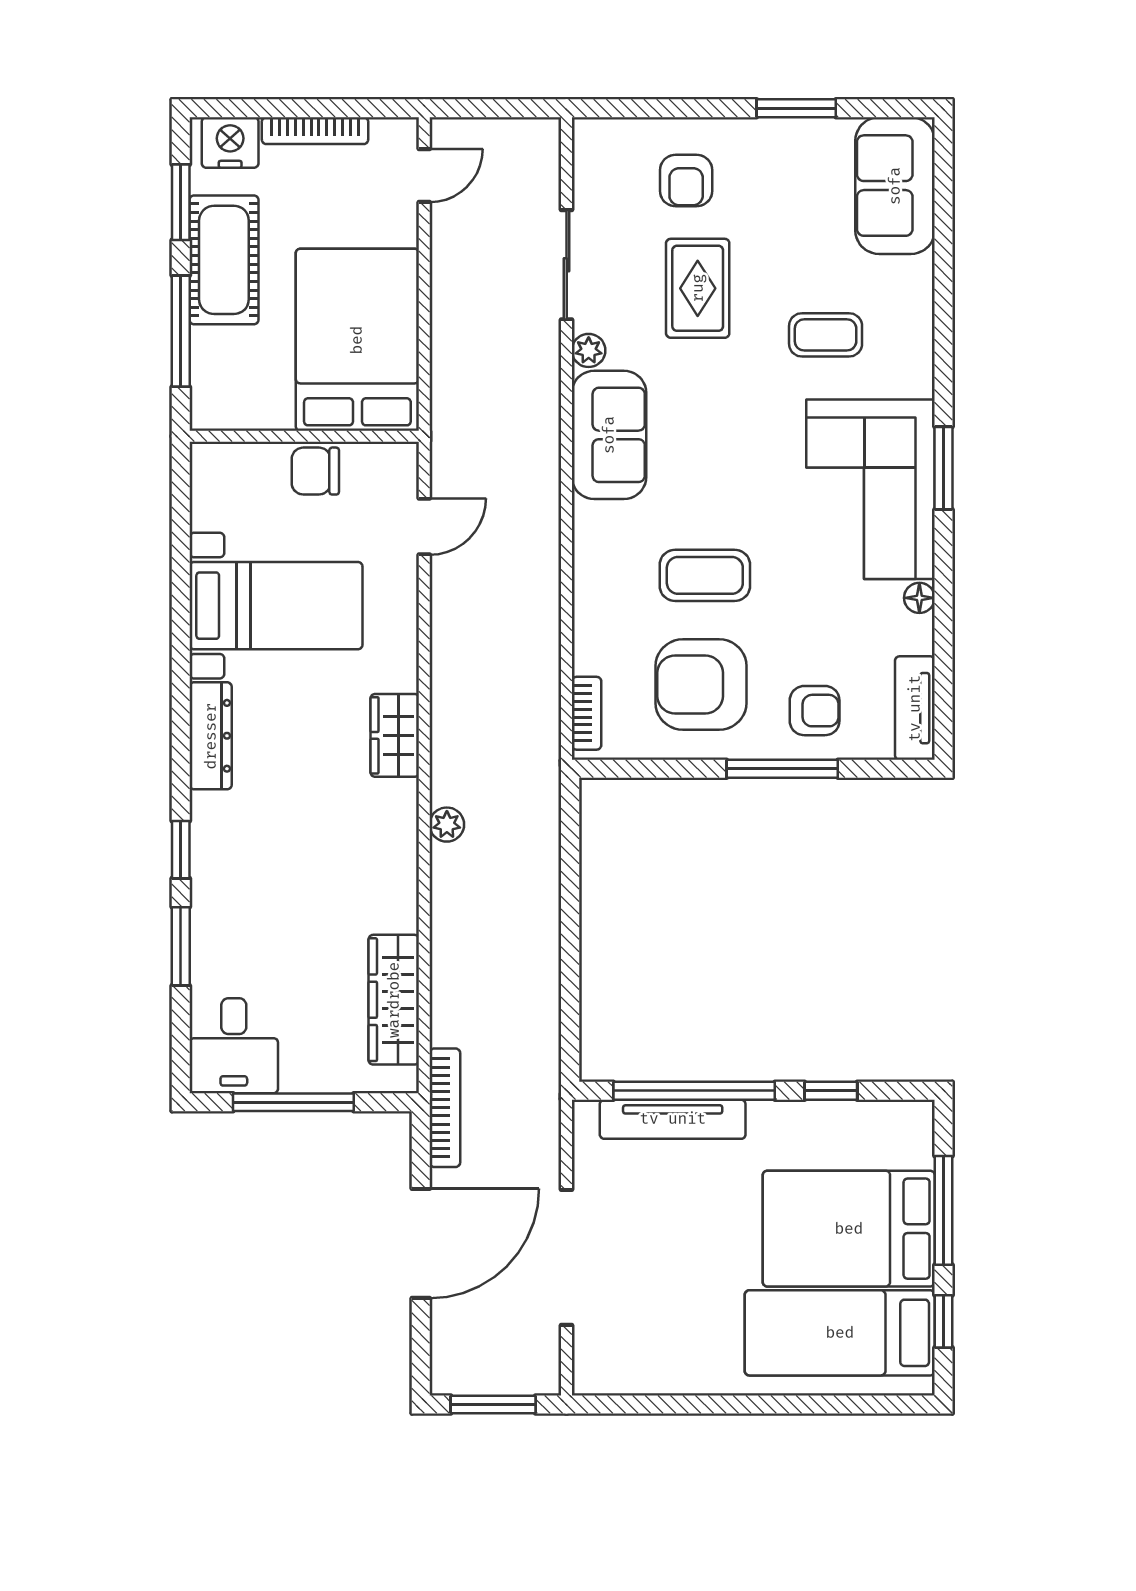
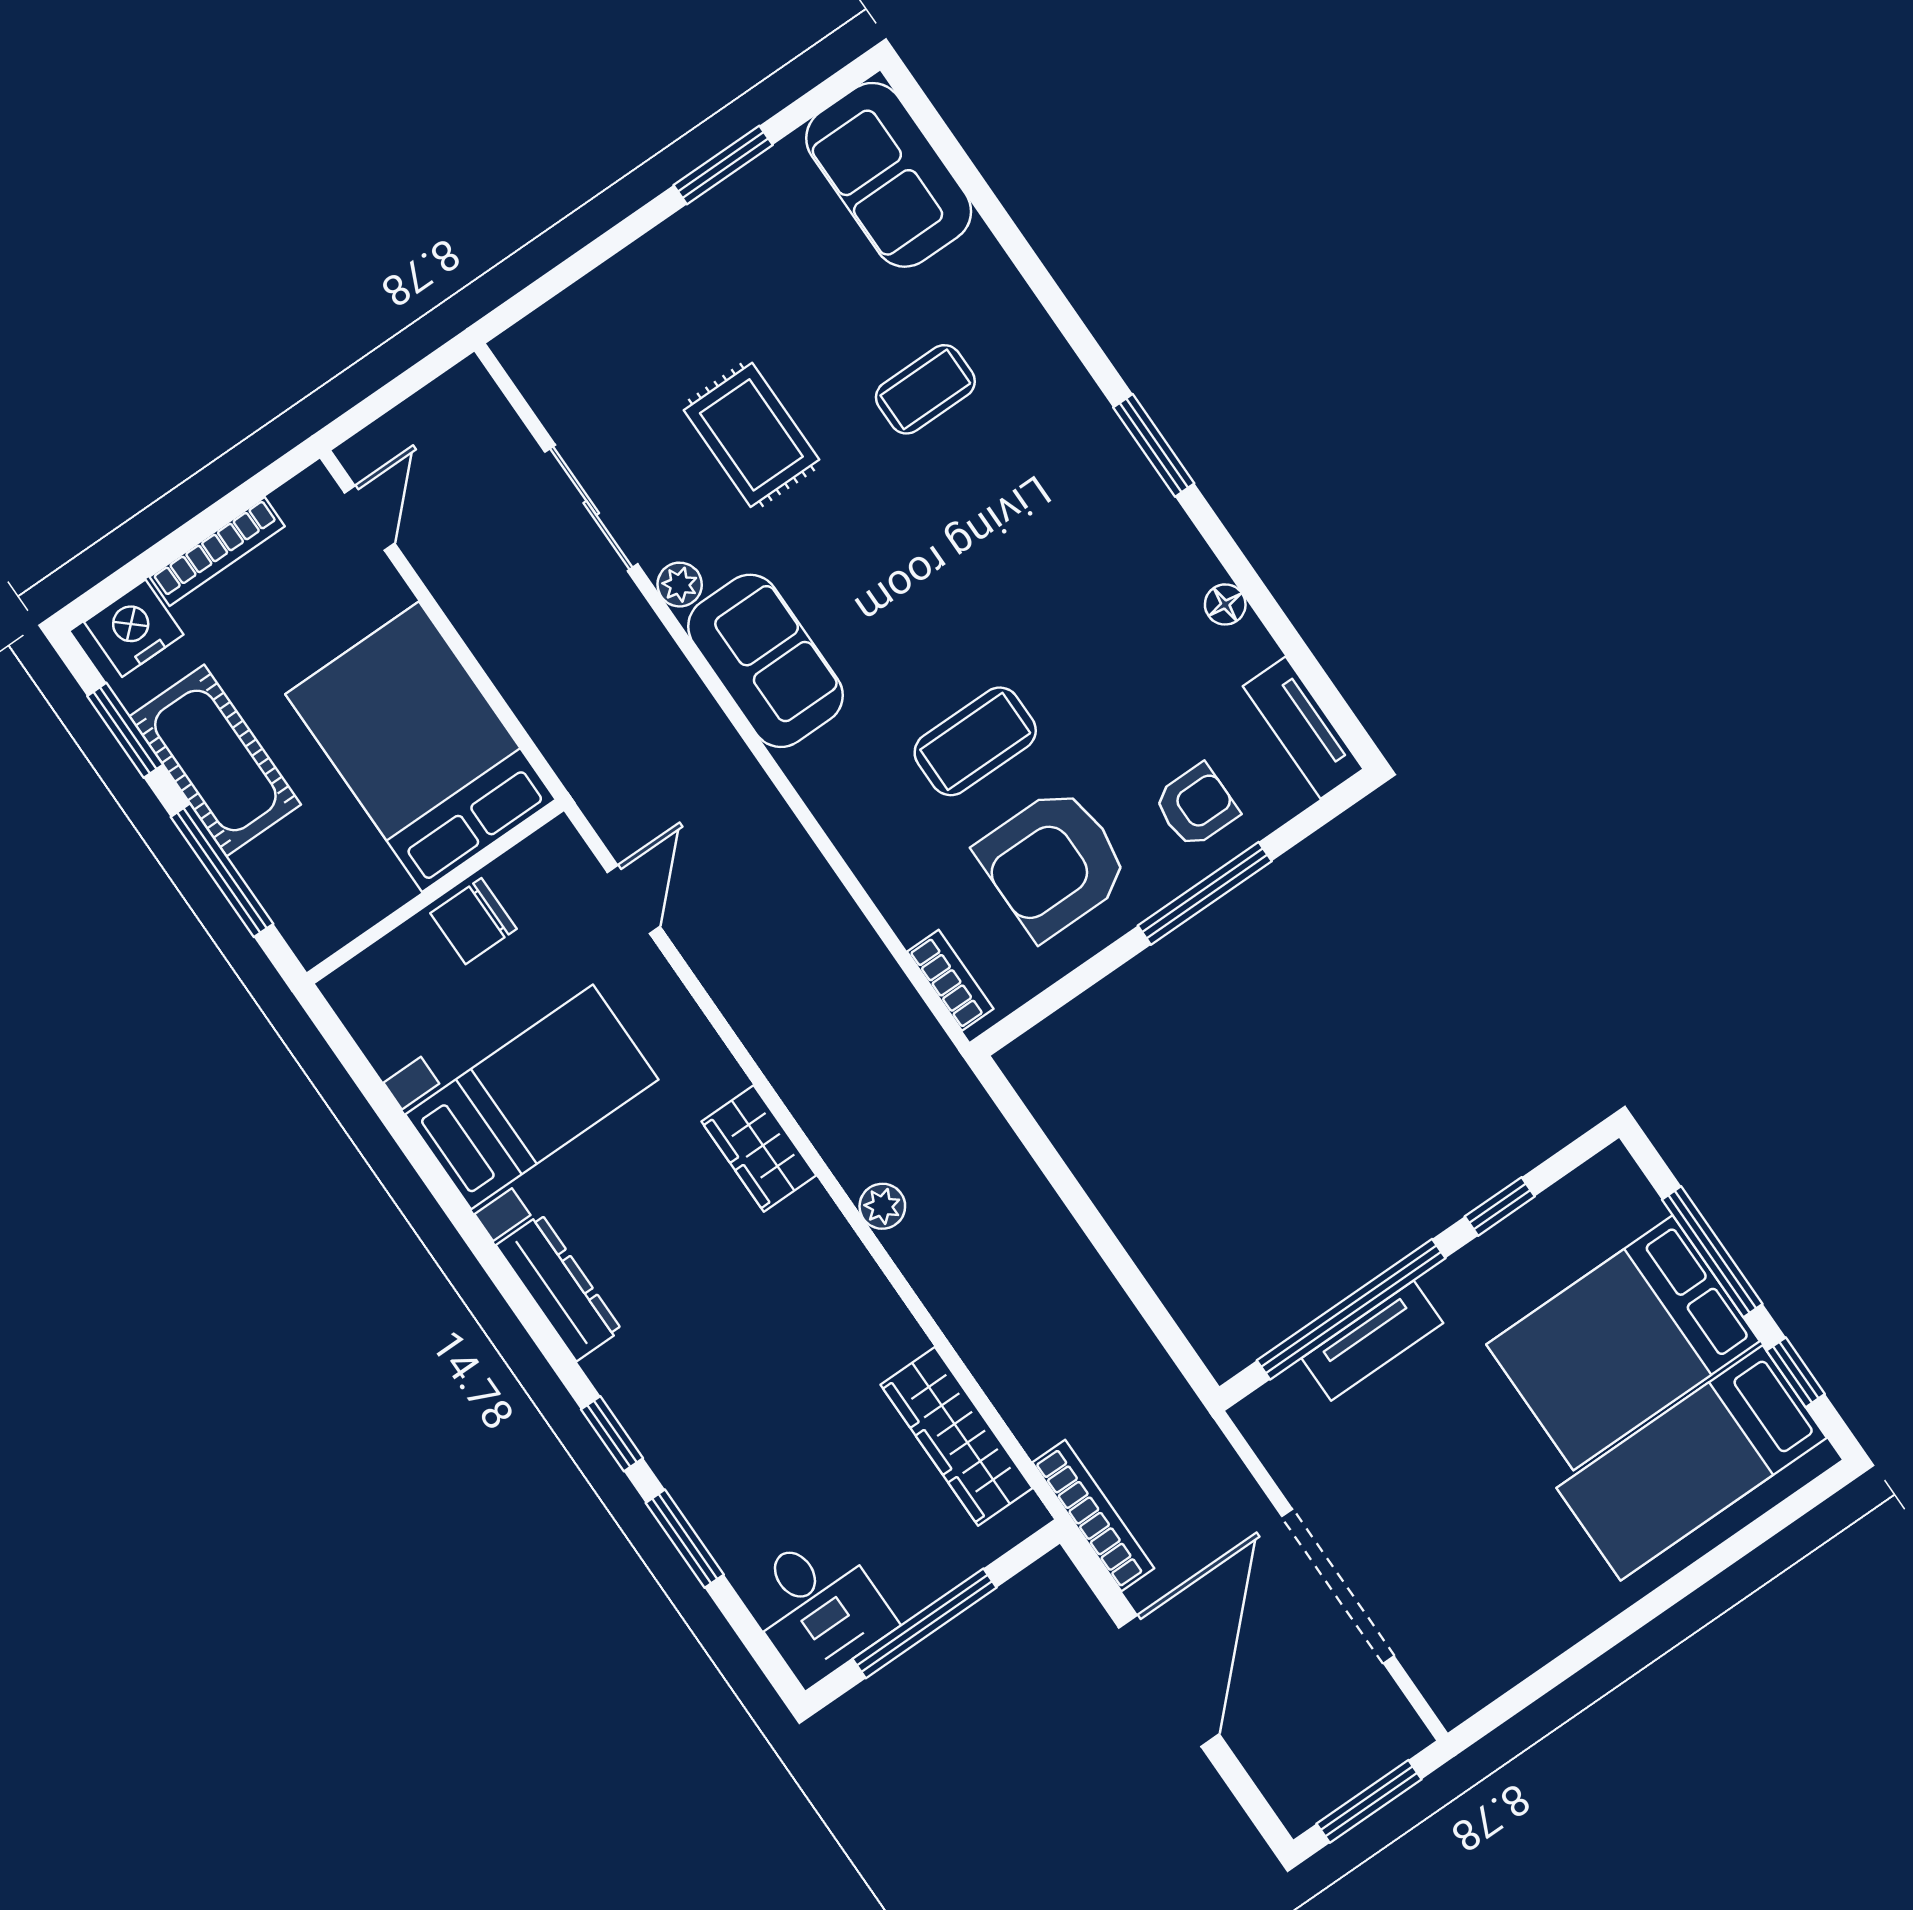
armchair: (686, 181) -> (658, 327), removed
corner sofa: (871, 489) -> (1090, 523), removed
tv unit: (673, 1119) -> (1372, 1341), width x0.71

